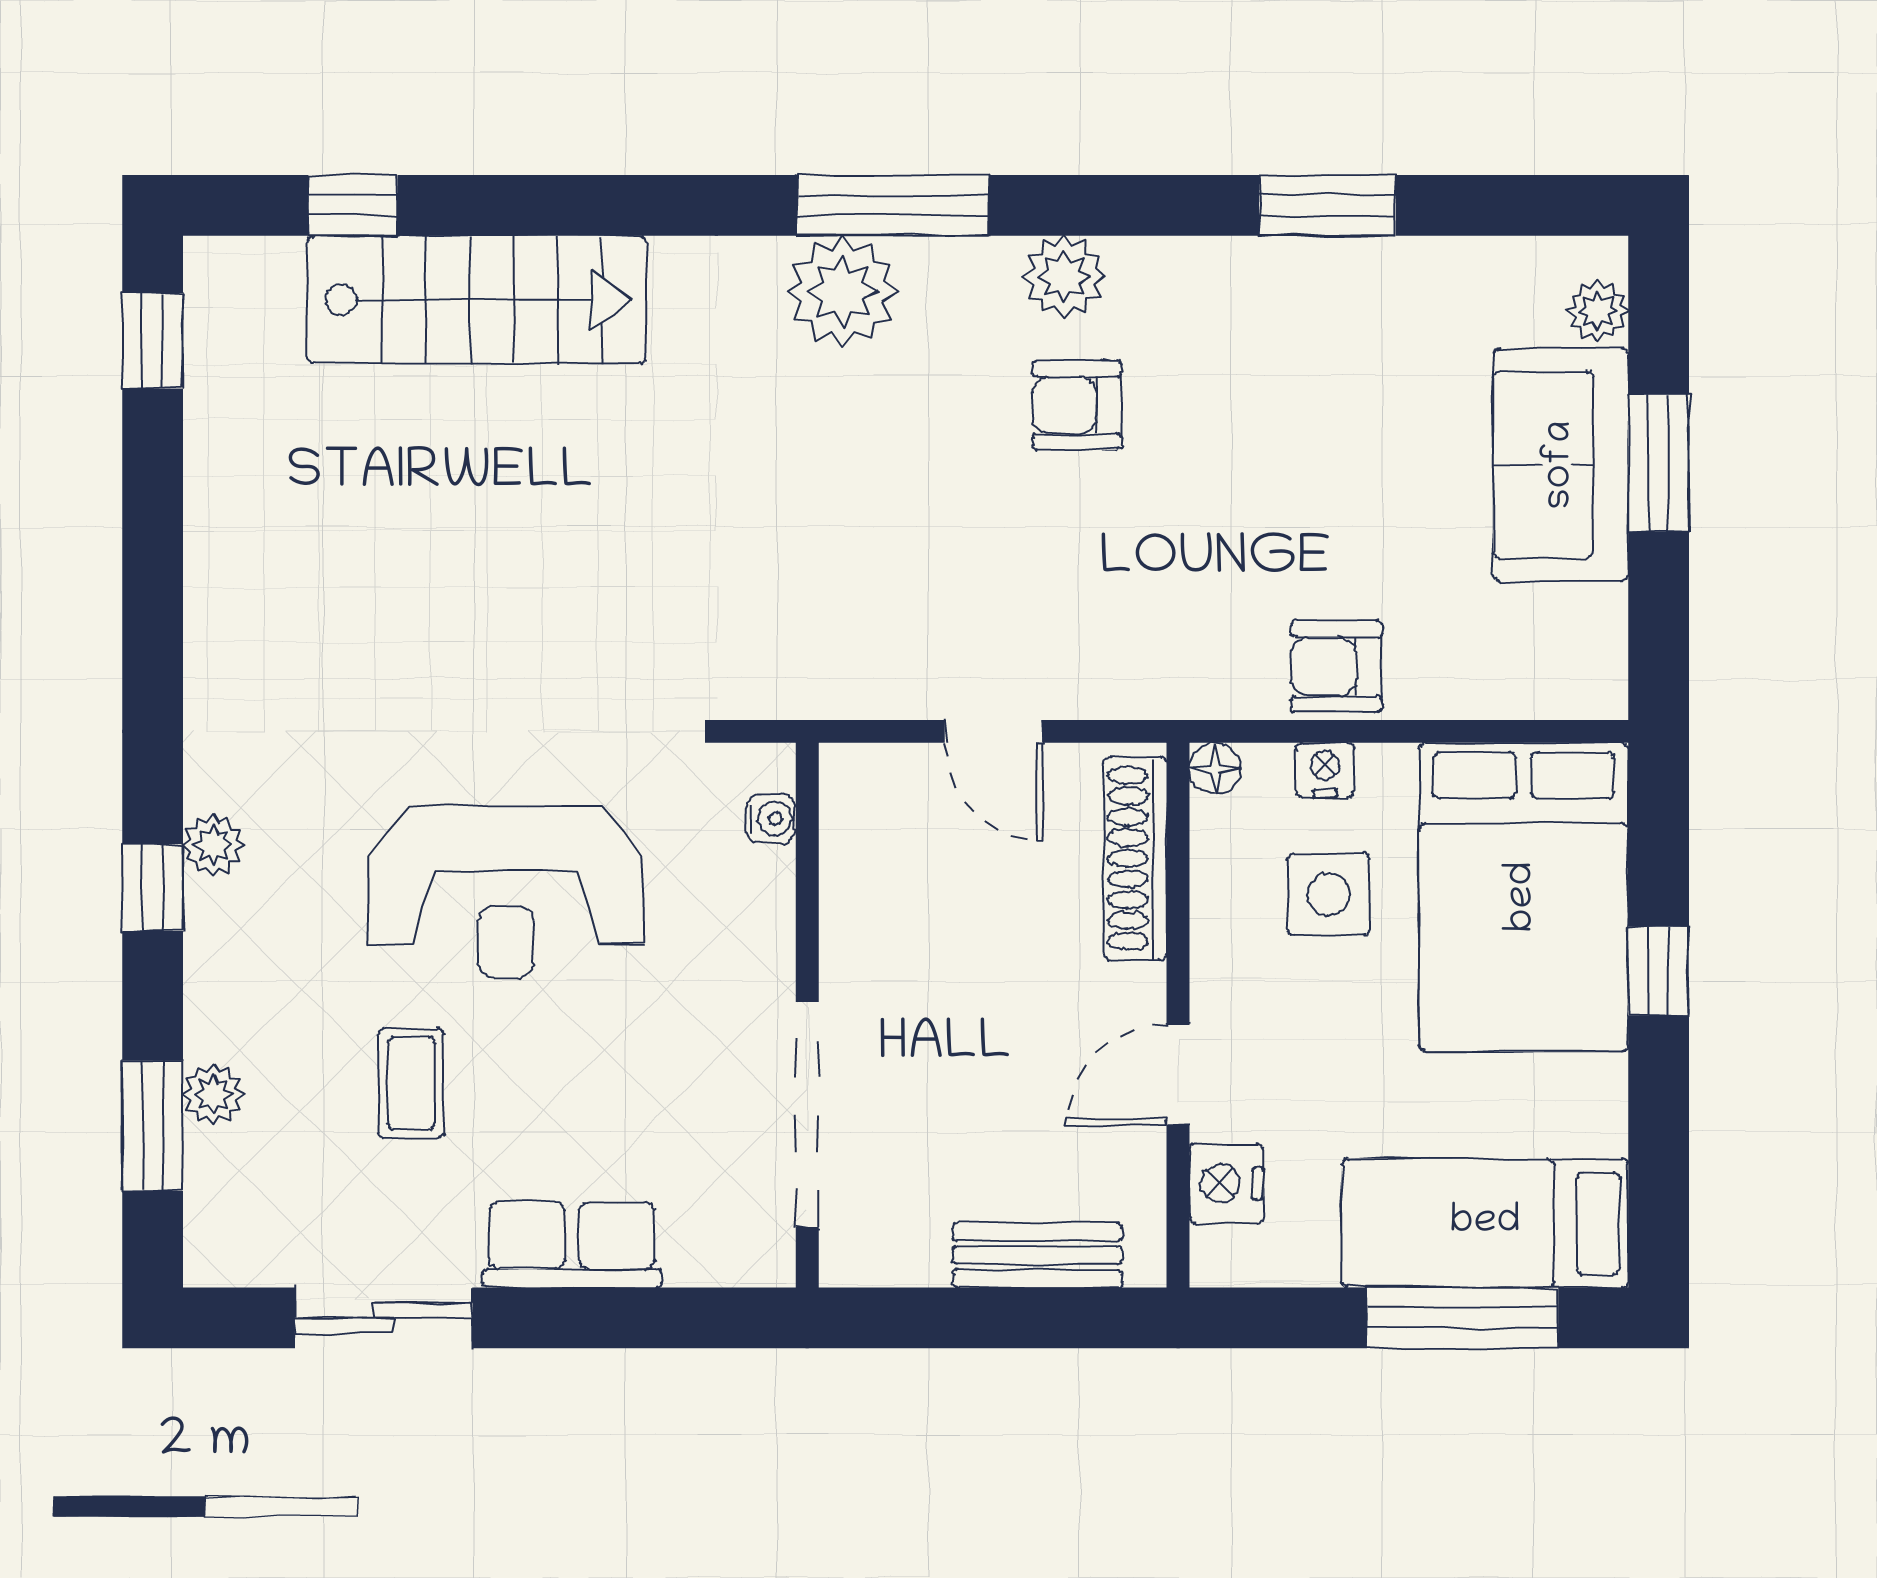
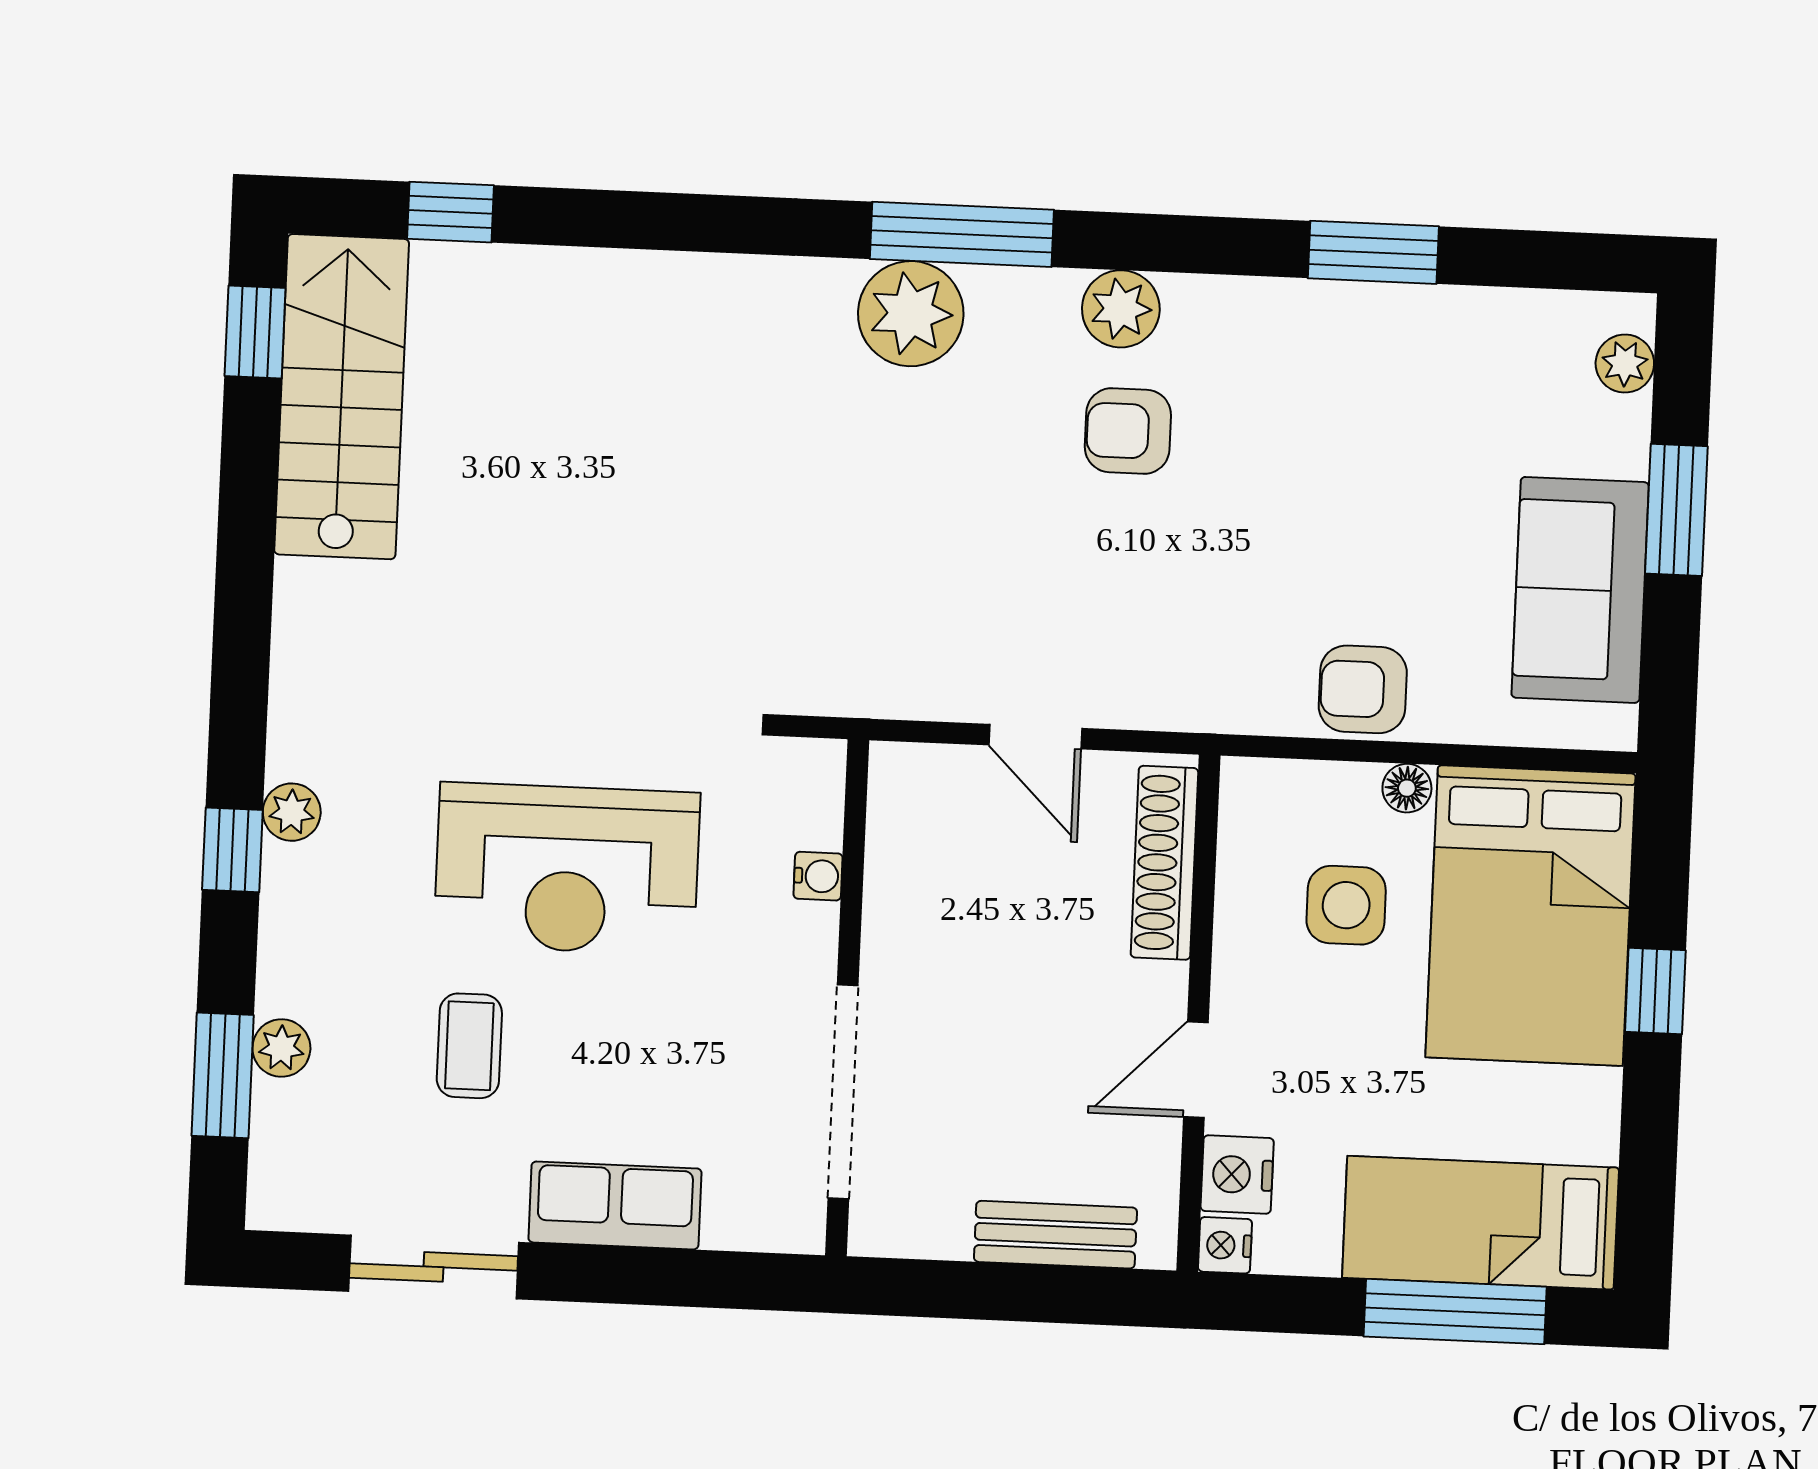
stairs: (477, 300) -> (342, 397), moved, turned -90
sofa: (1561, 465) -> (1580, 590), moved
floor lamp: (1215, 769) -> (1407, 788), moved
nightstand: (1325, 770) -> (1225, 1245), moved, turned -90
water cooler: (771, 819) -> (818, 876), moved

